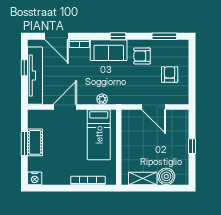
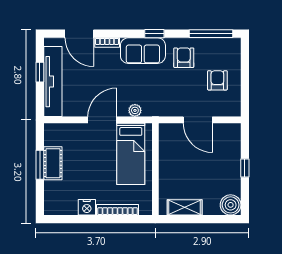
window: (164, 36) -> (211, 34), width x1.44
armchair: (142, 56) -> (184, 58), turned 90
door: (65, 107) -> (102, 120), moved
boiler: (166, 176) -> (231, 205), moved
nightstand: (35, 178) -> (87, 207), moved

